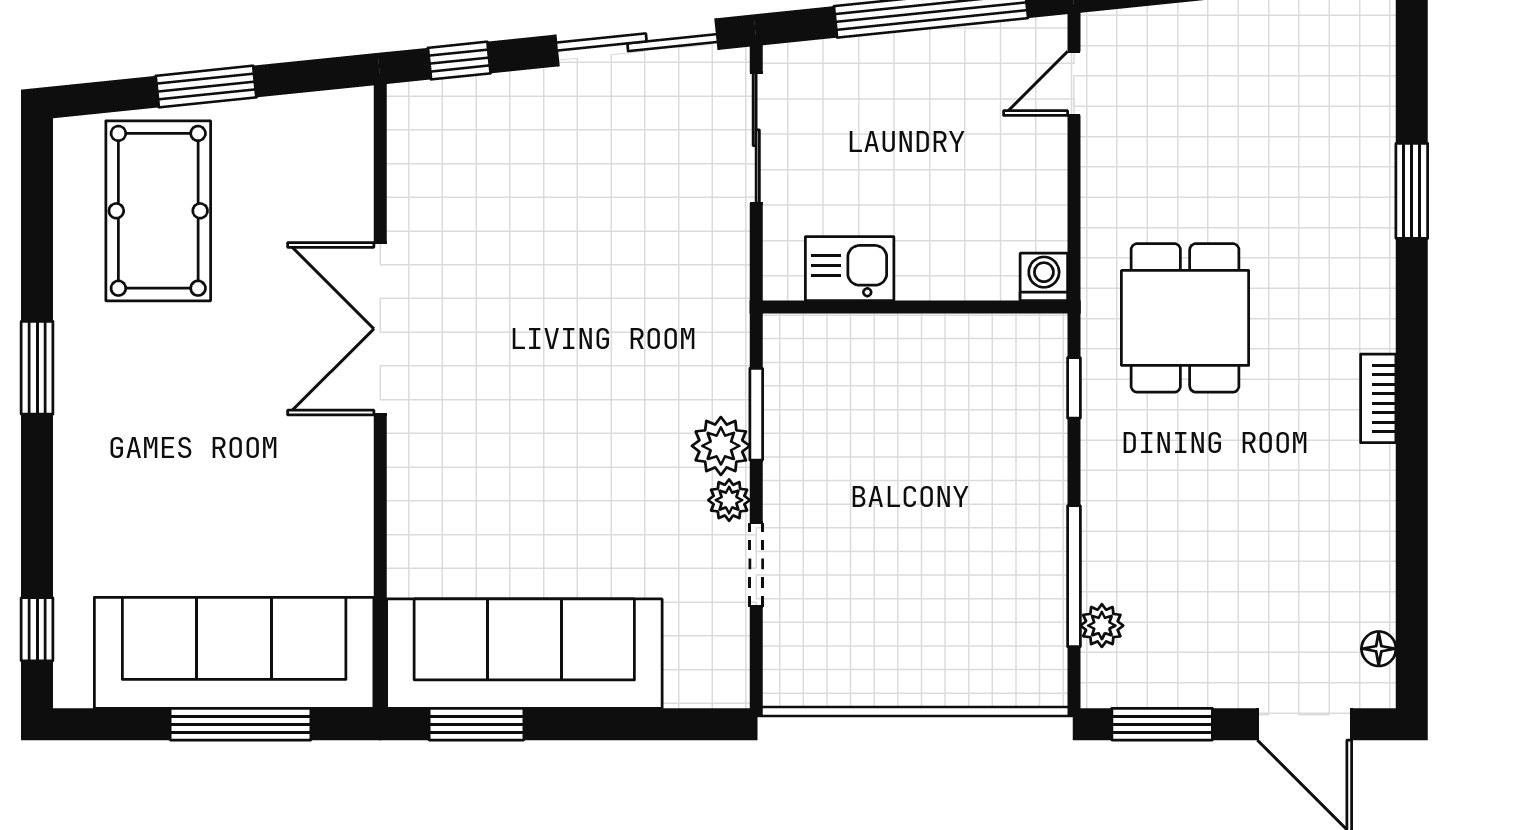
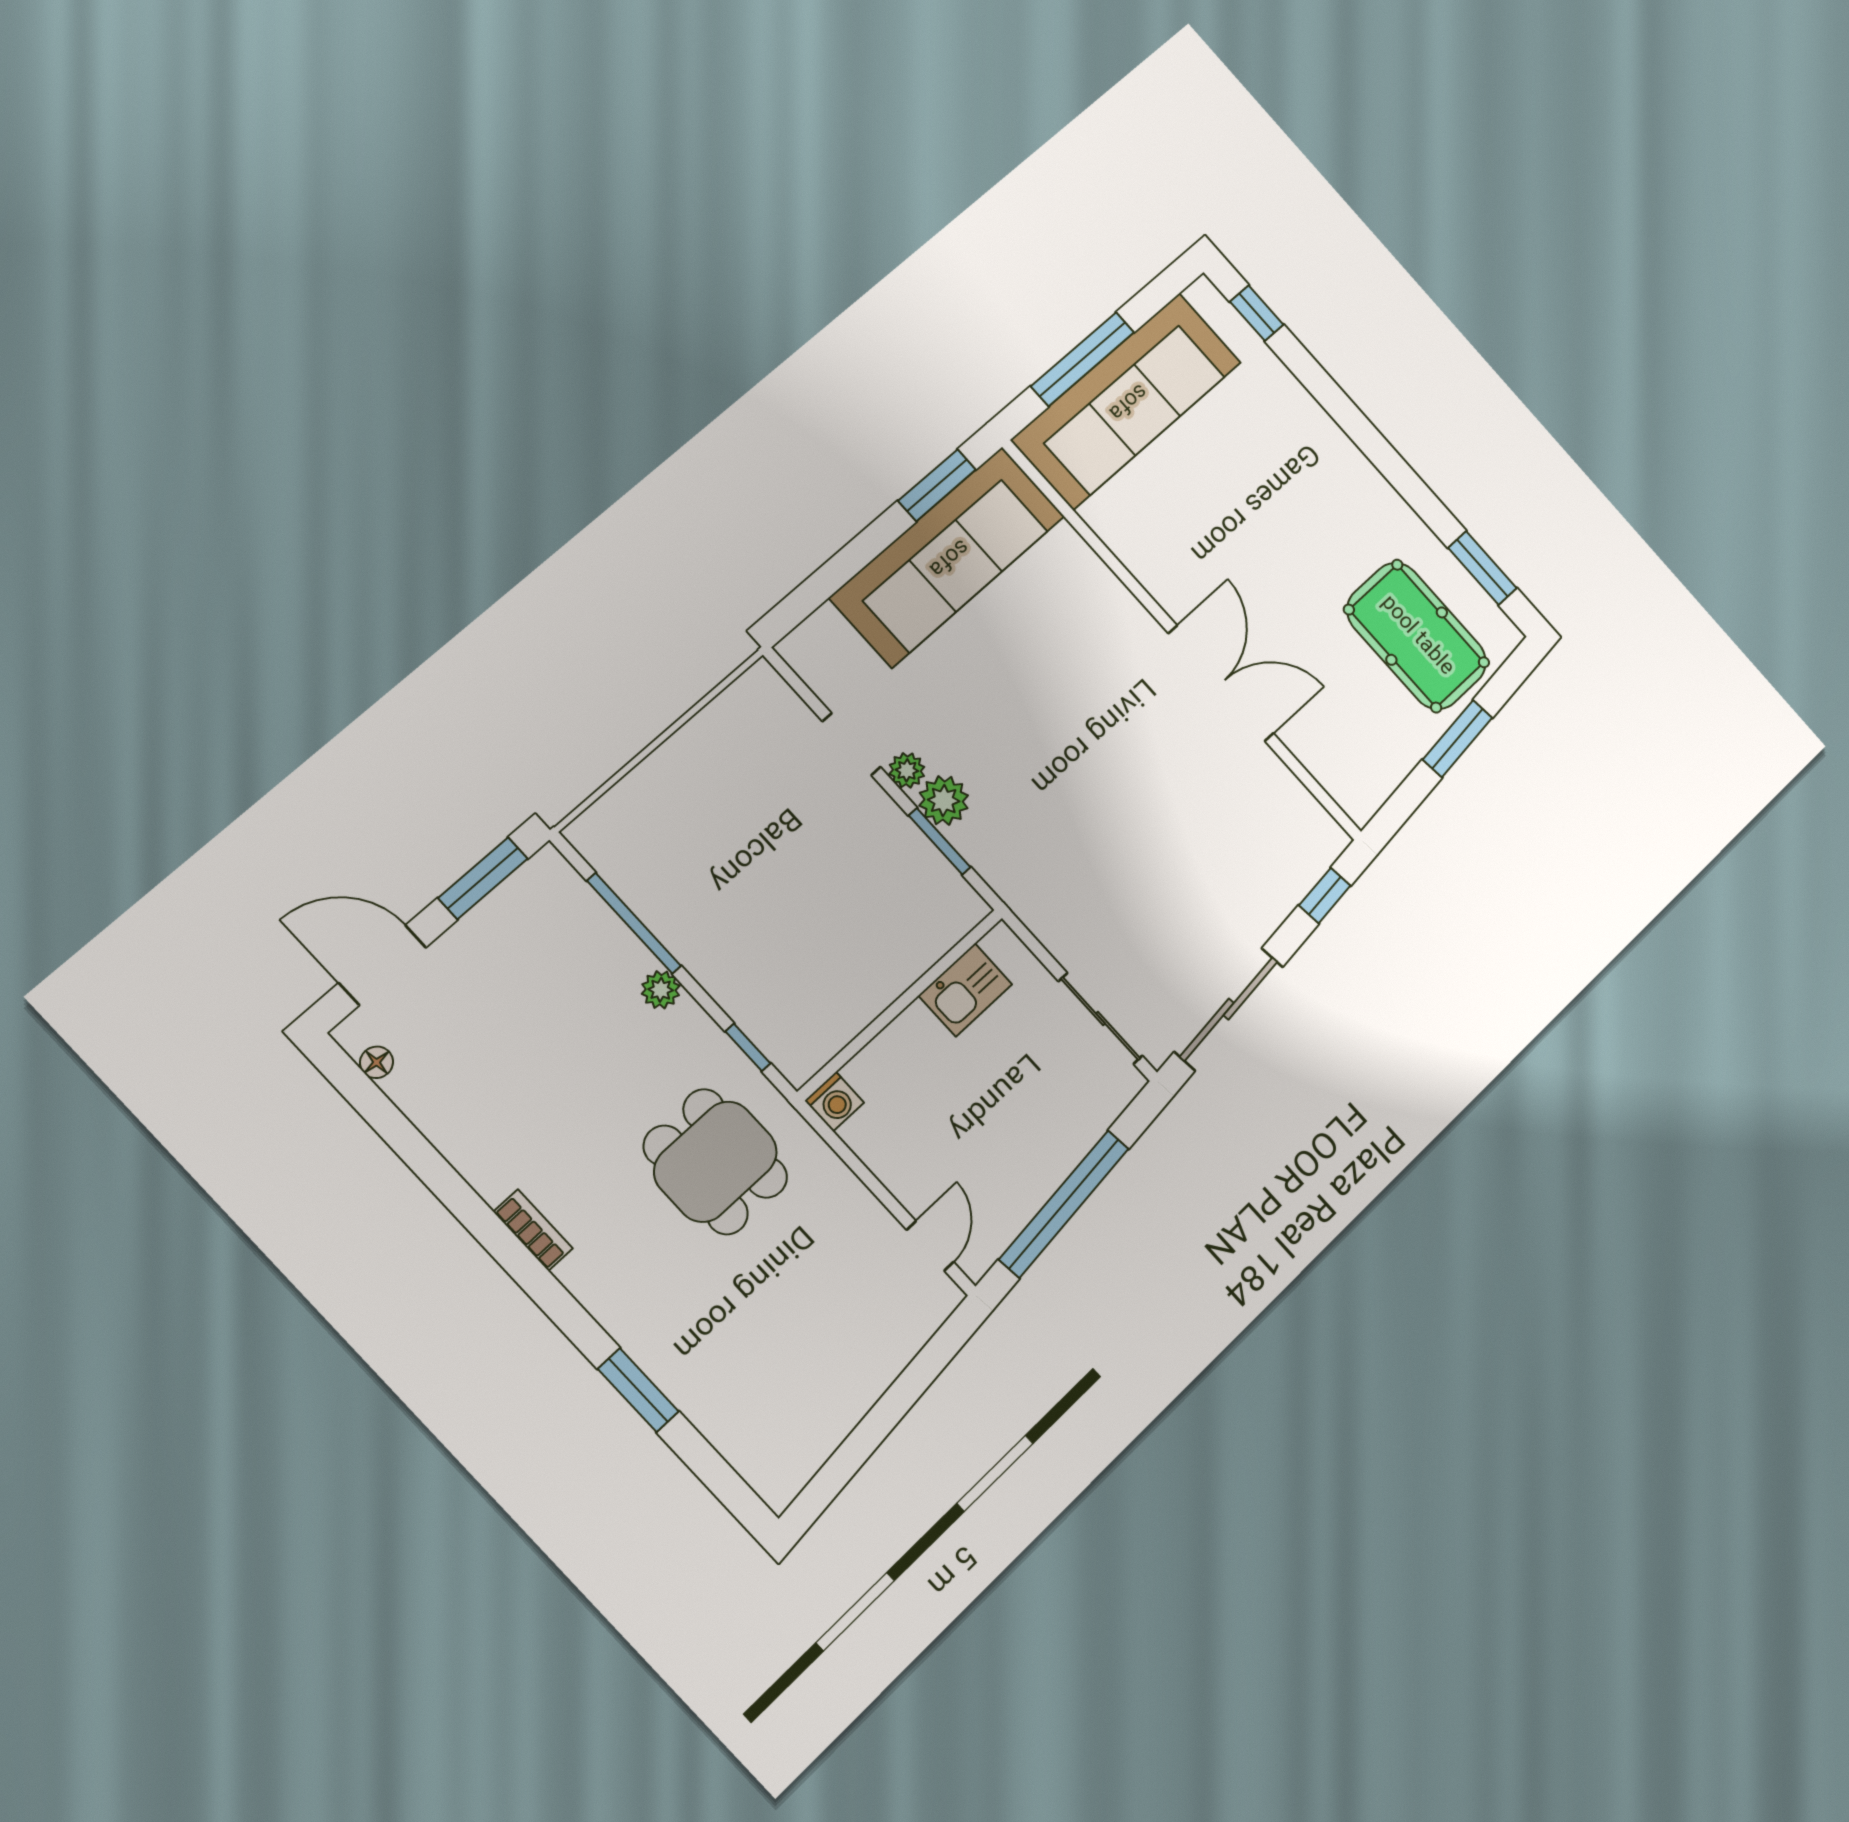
window: (37, 368) -> (1482, 568), moved
plant: (1102, 626) -> (661, 990), moved

